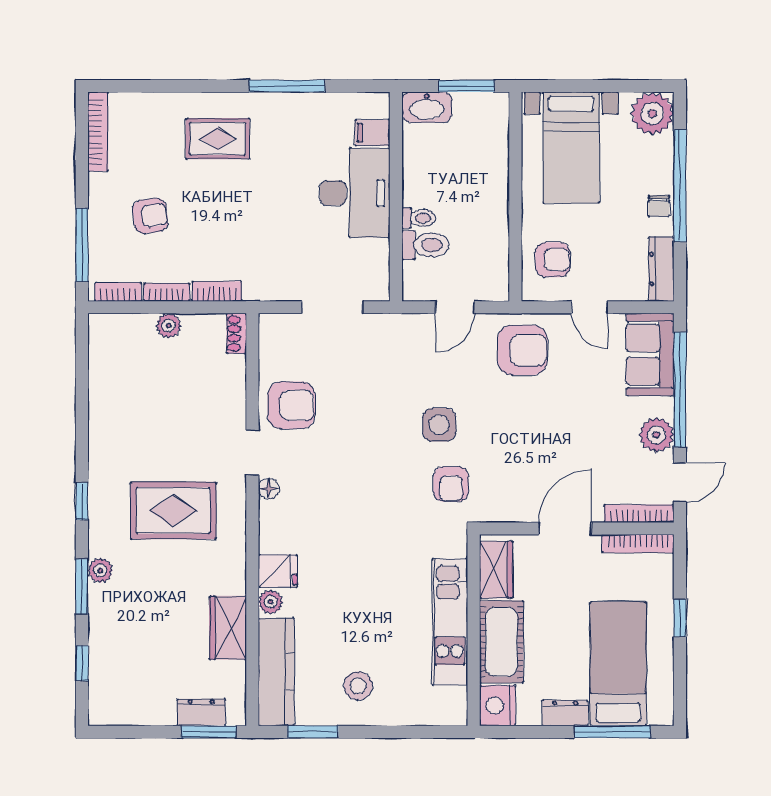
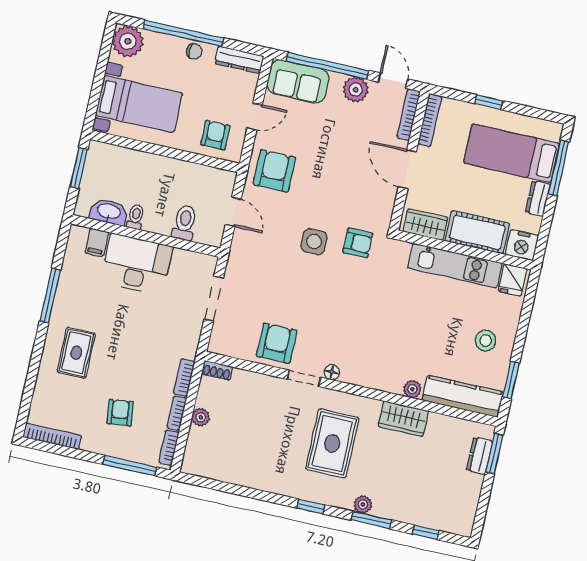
washbasin: (427, 107) -> (109, 212), moved, turned -90
toilet: (419, 218) -> (136, 217), moved
fridge: (278, 571) -> (513, 280), moved, turned 180
wardrobe: (228, 628) -> (403, 419), moved

